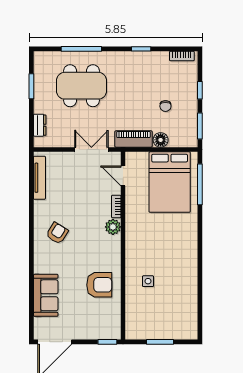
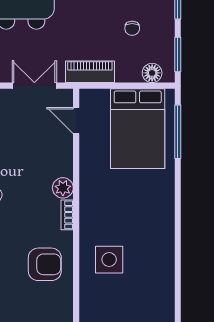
floor lamp: (161, 140) -> (152, 73), moved
bookcase: (116, 206) -> (67, 215), moved
side table: (148, 281) -> (109, 260), width x1.87, depth x1.87

